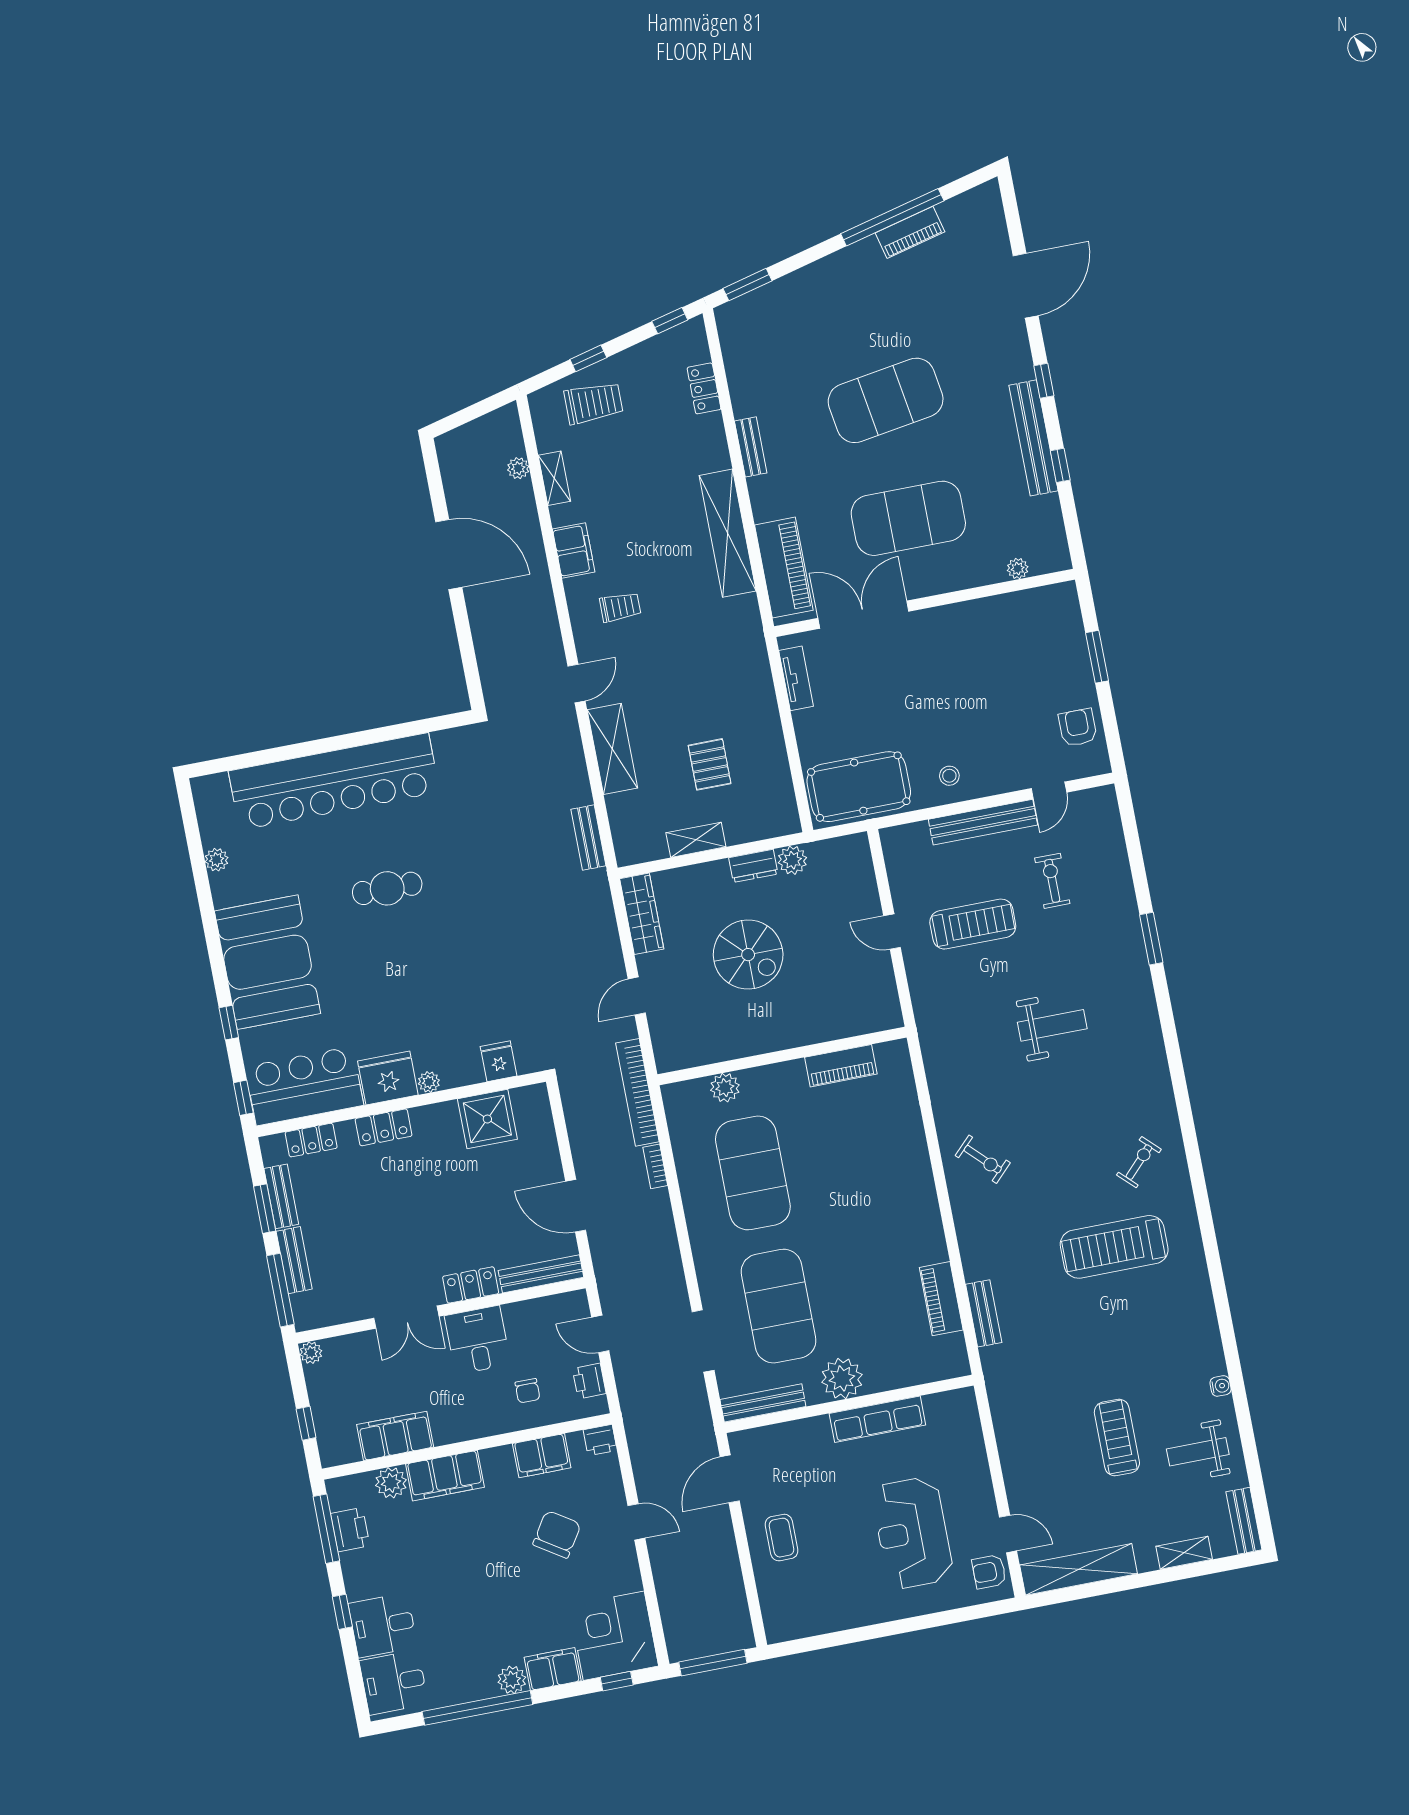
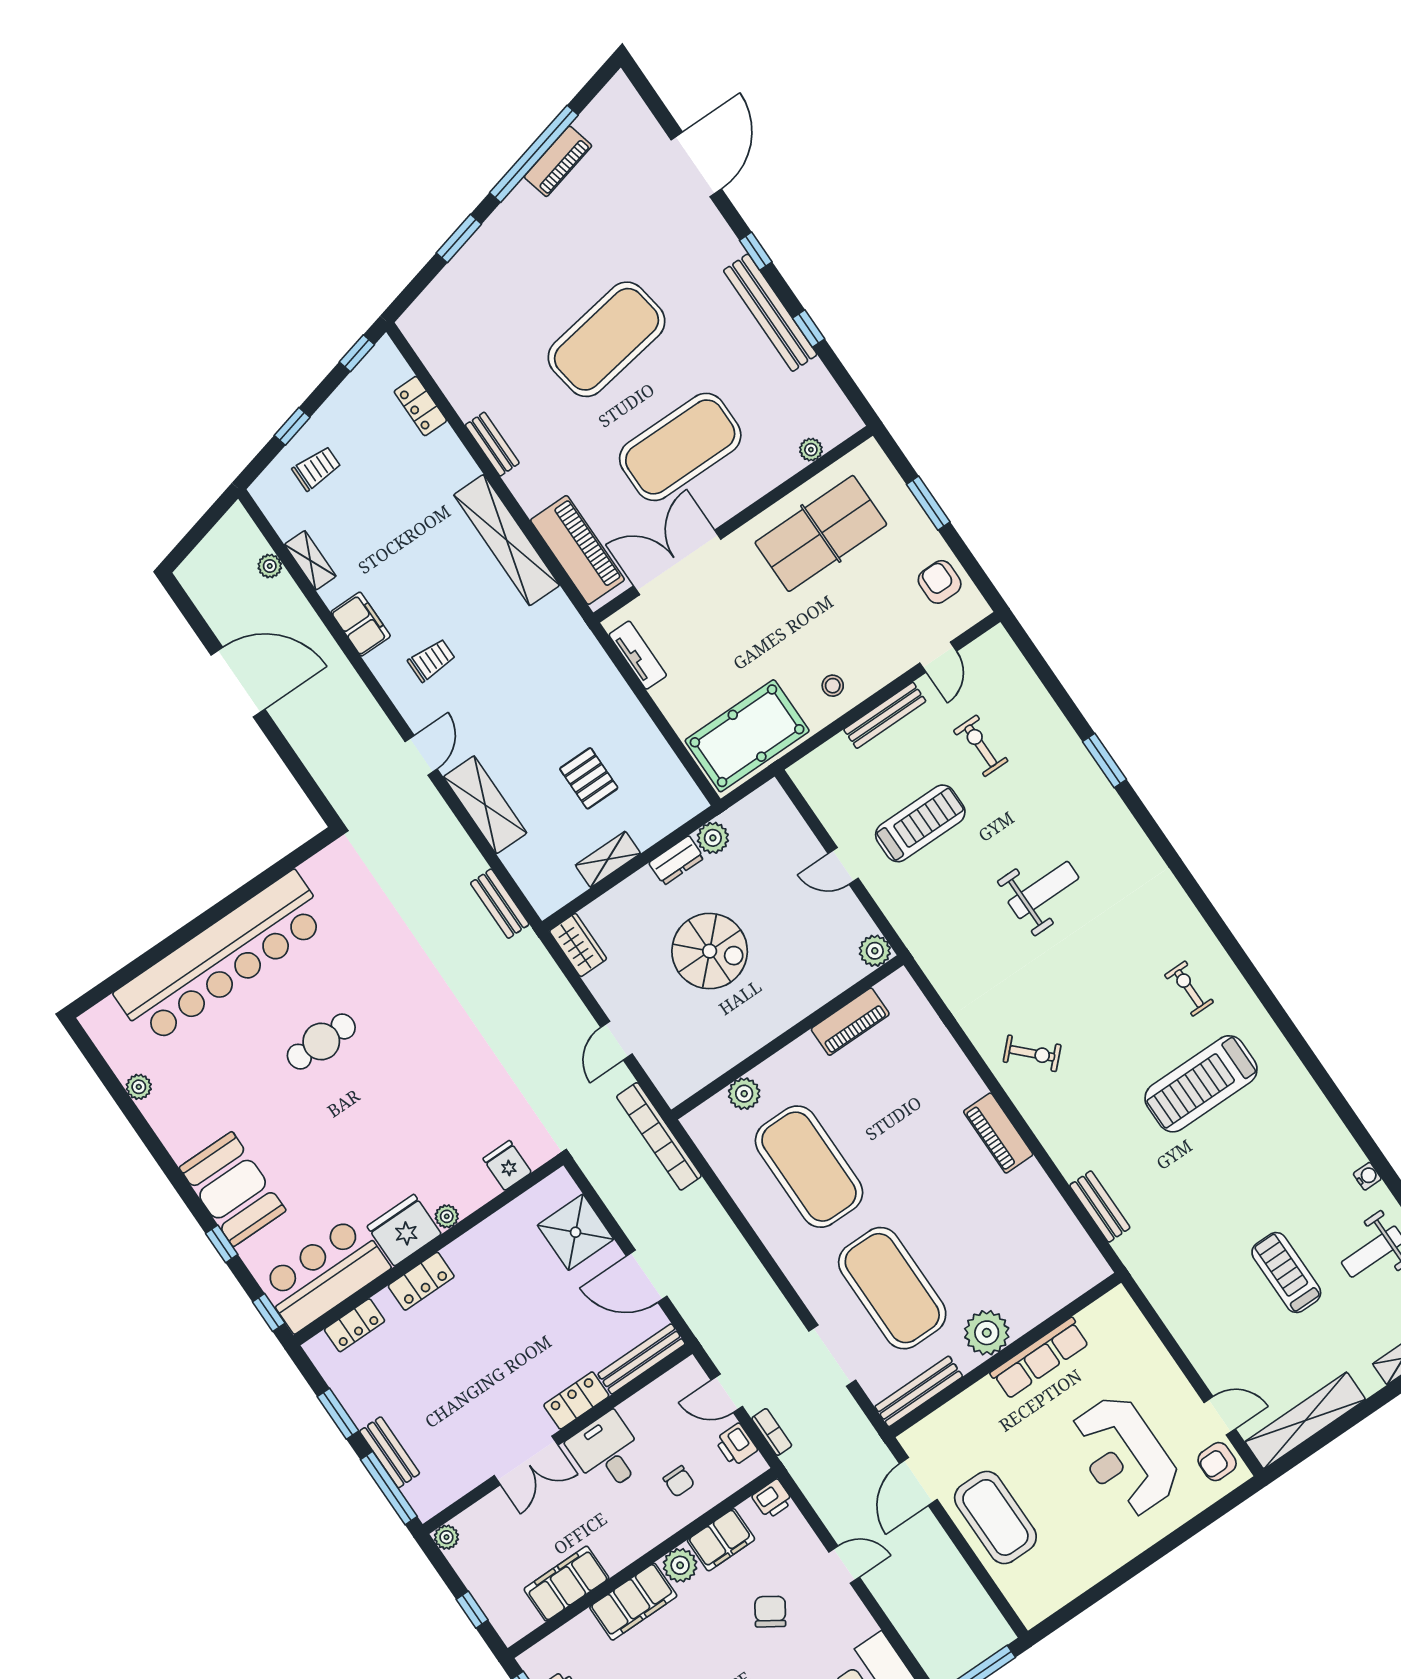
window: (748, 285) -> (459, 238), moved
trolley: (593, 403) -> (317, 468), width x0.73, depth x0.72
table tennis table: (995, 643) -> (821, 533), added
bench: (983, 822) -> (885, 715), width x0.73, depth x0.82
wardrobe: (642, 914) -> (578, 945), width x0.67
booth: (268, 962) -> (233, 1189), width x0.73, depth x0.70
plant: (888, 1015) -> (875, 951), added
shower: (487, 1119) -> (576, 1232), moved
exercise bike: (1139, 1162) -> (1189, 989), turned -44
bookcase: (655, 1166) -> (772, 1432), moved, turned 180
bench: (281, 1196) -> (349, 1394), removed
piano: (941, 1299) -> (998, 1133), moved
plant: (391, 1483) -> (680, 1565), moved
chair: (557, 1534) -> (770, 1612), width x0.73, depth x0.73
coffee table: (782, 1538) -> (995, 1517), width x1.86, depth x1.72

